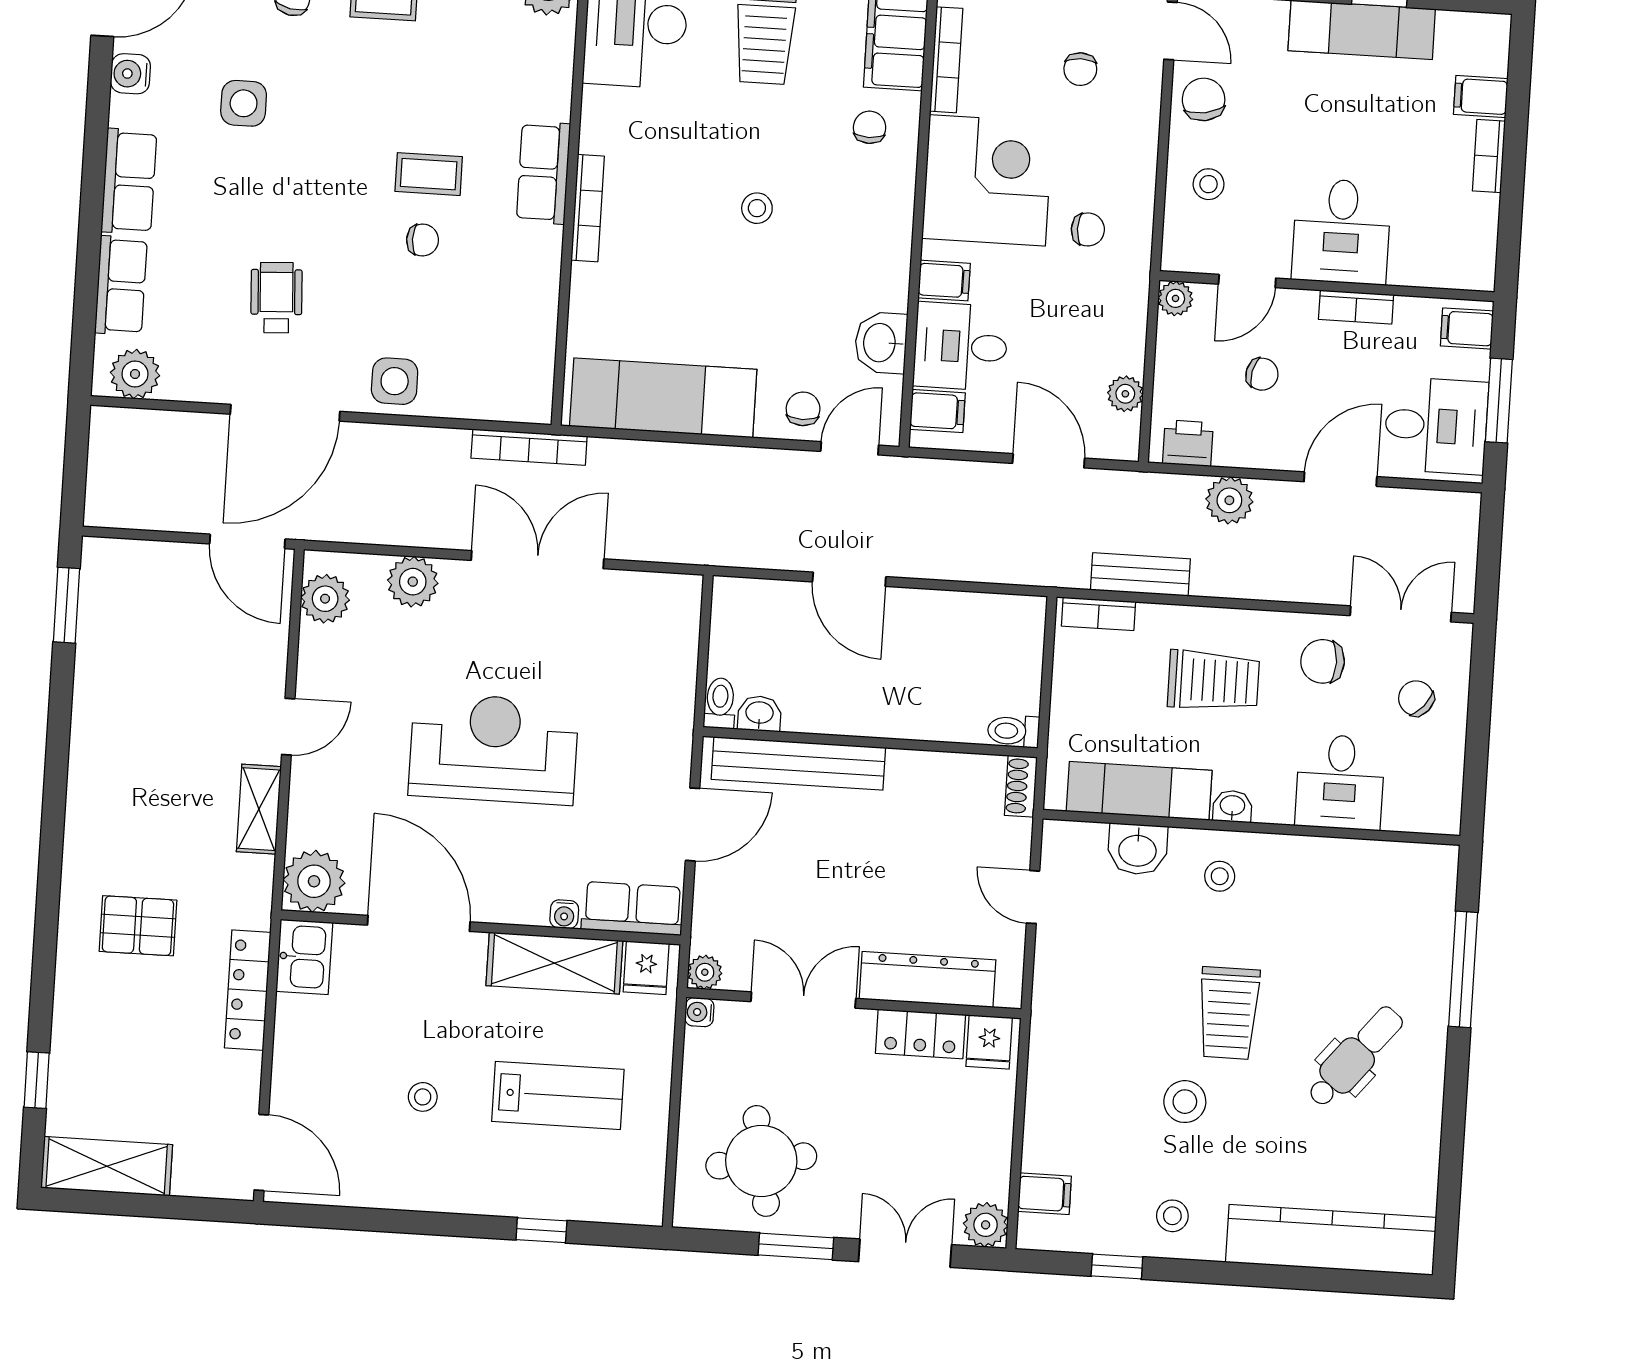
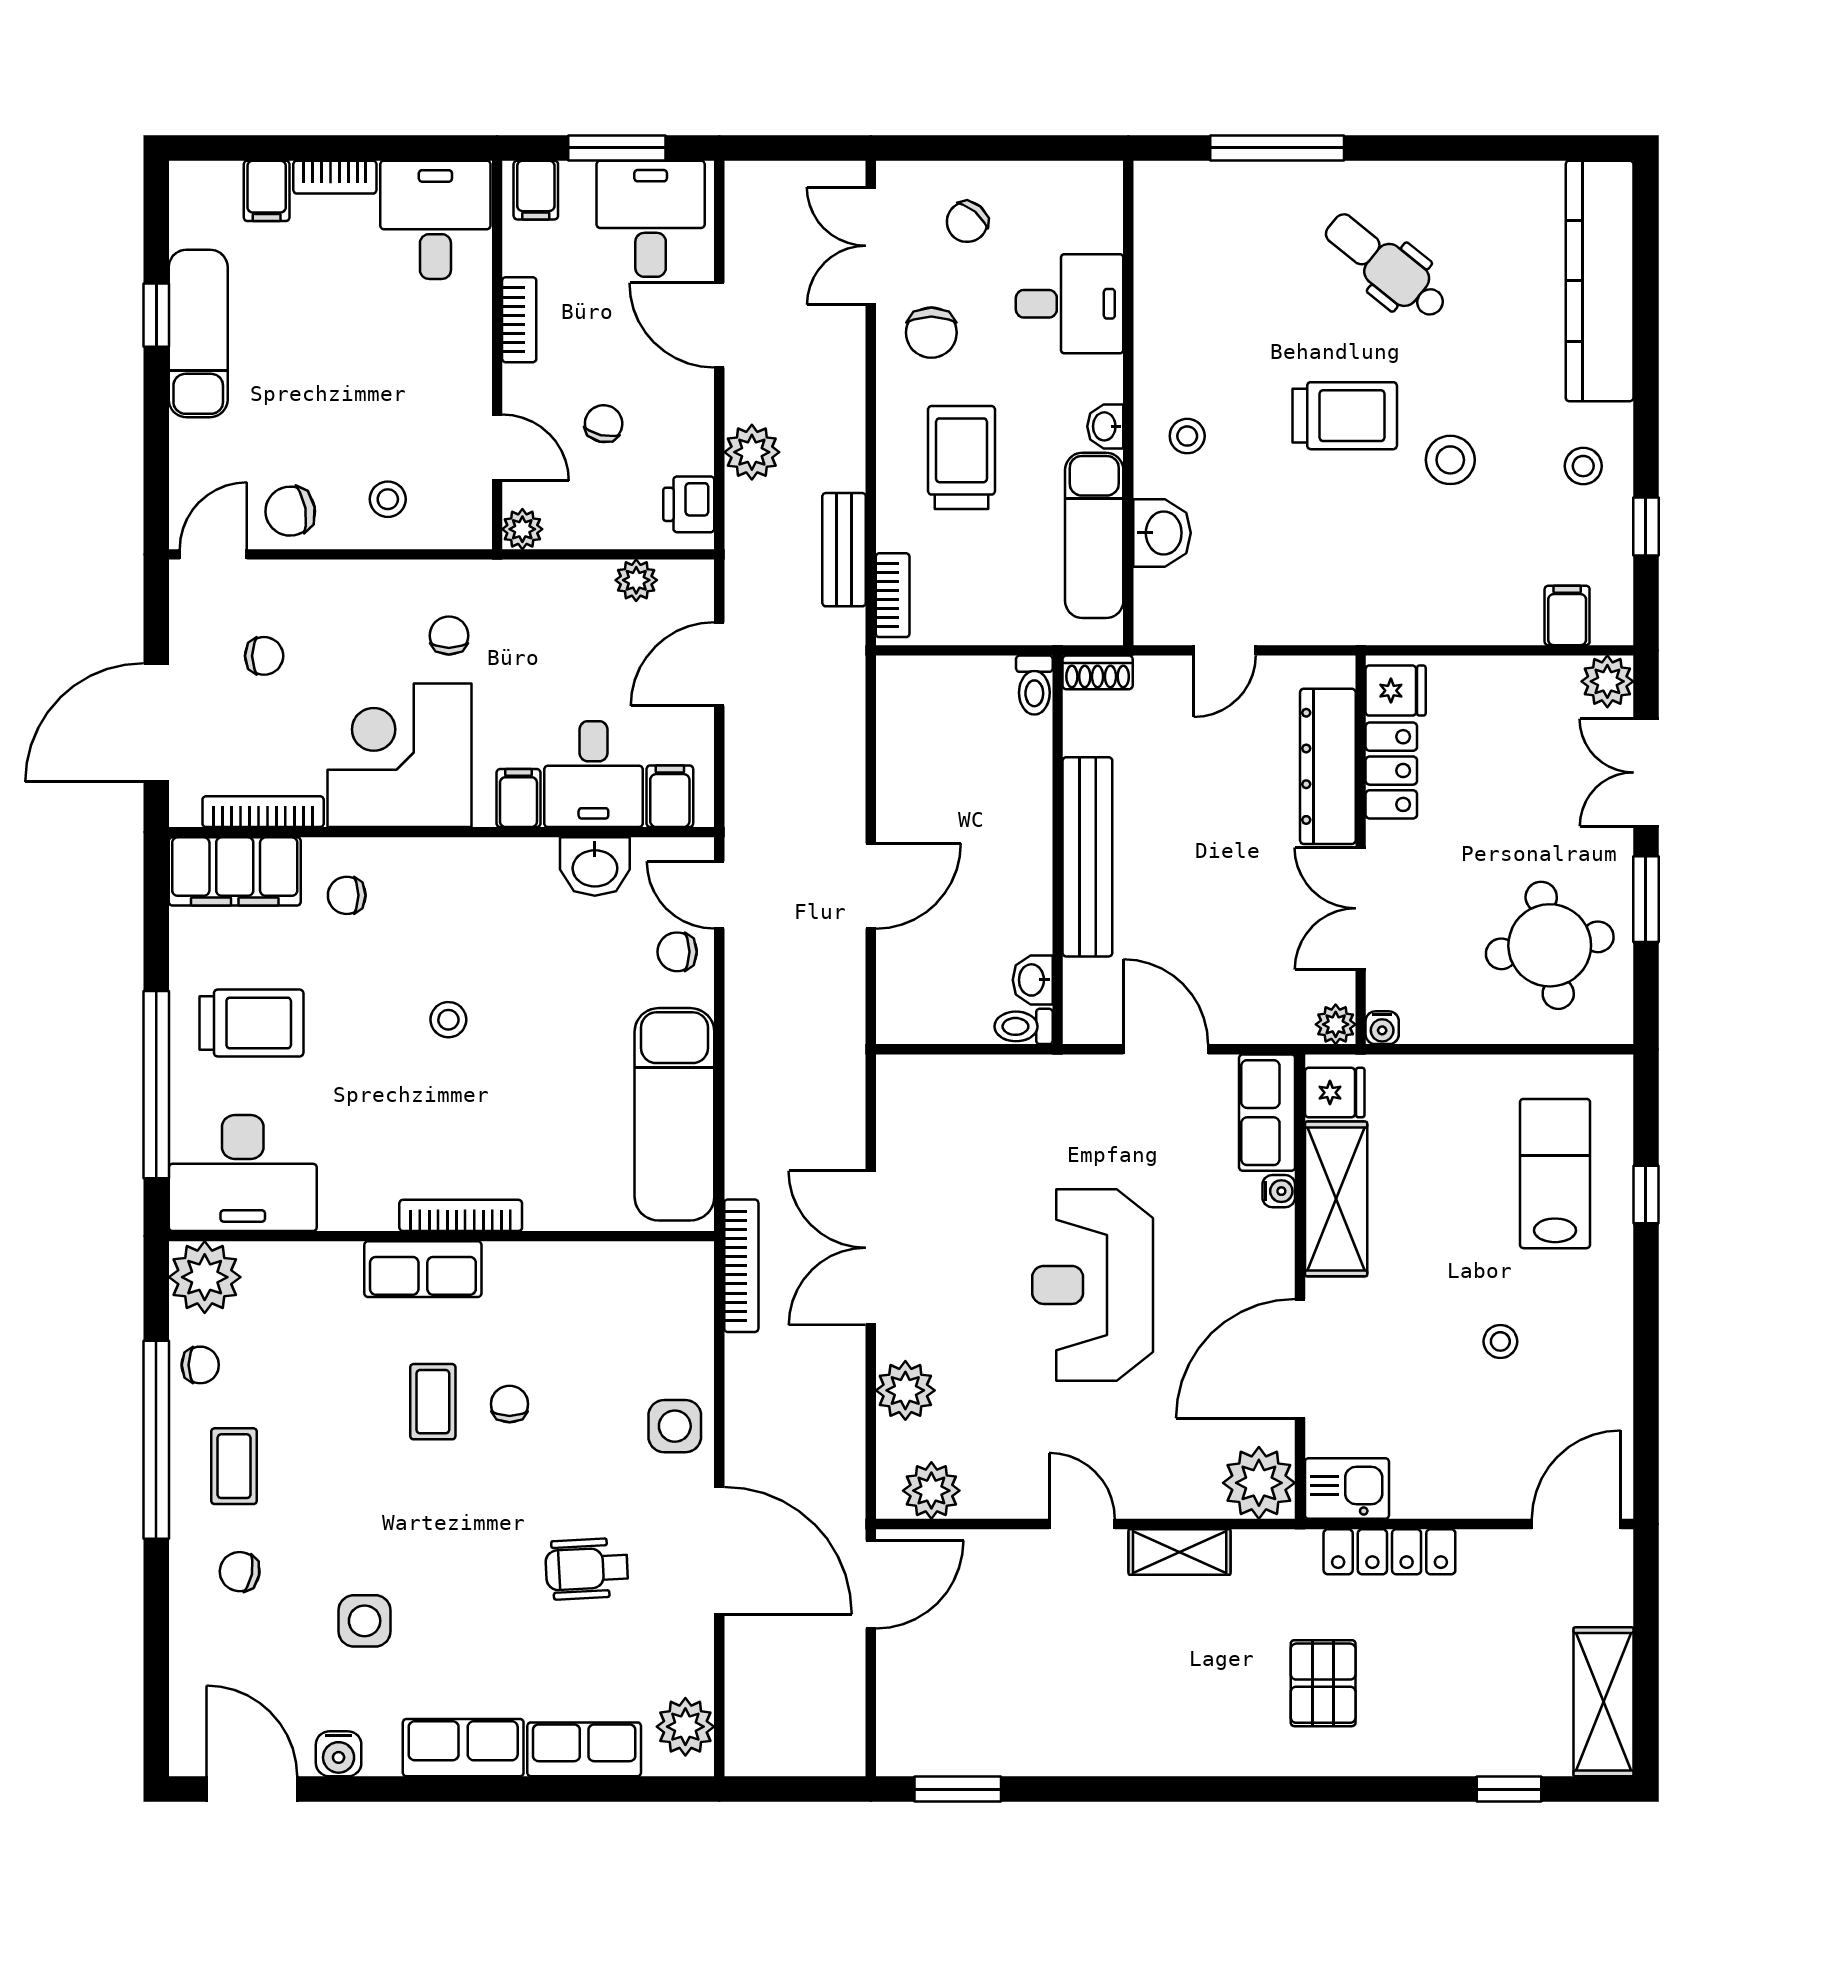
desk: (1341, 231) -> (435, 220), moved, turned -90
bench: (798, 763) -> (1087, 857), moved
lab bench: (558, 1095) -> (1555, 1174), moved

